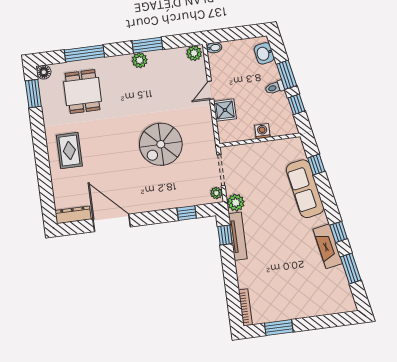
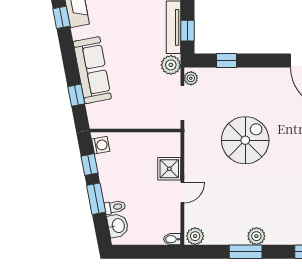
toilet: (275, 87) -> (115, 207), moved
washing machine: (262, 131) -> (101, 145), moved, turned -101

